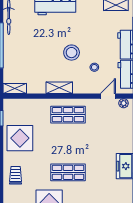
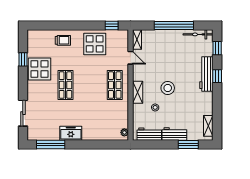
shelving: (59, 88) -> (138, 92), moved
door: (108, 96) -> (130, 58), moved

